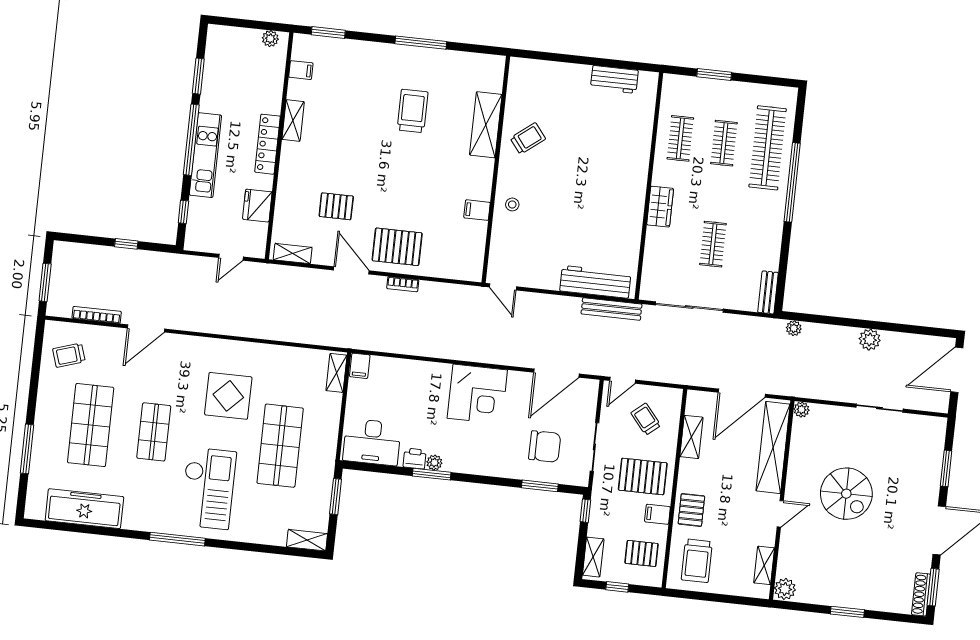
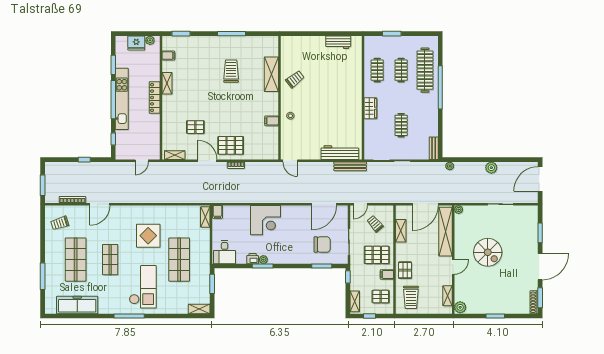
kitchen unit: (205, 155) -> (122, 99), width x1.36
fridge: (257, 206) -> (136, 43), moved, turned -90
corner desk: (477, 394) -> (265, 220), moved
desk: (372, 442) -> (225, 252), width x0.73

